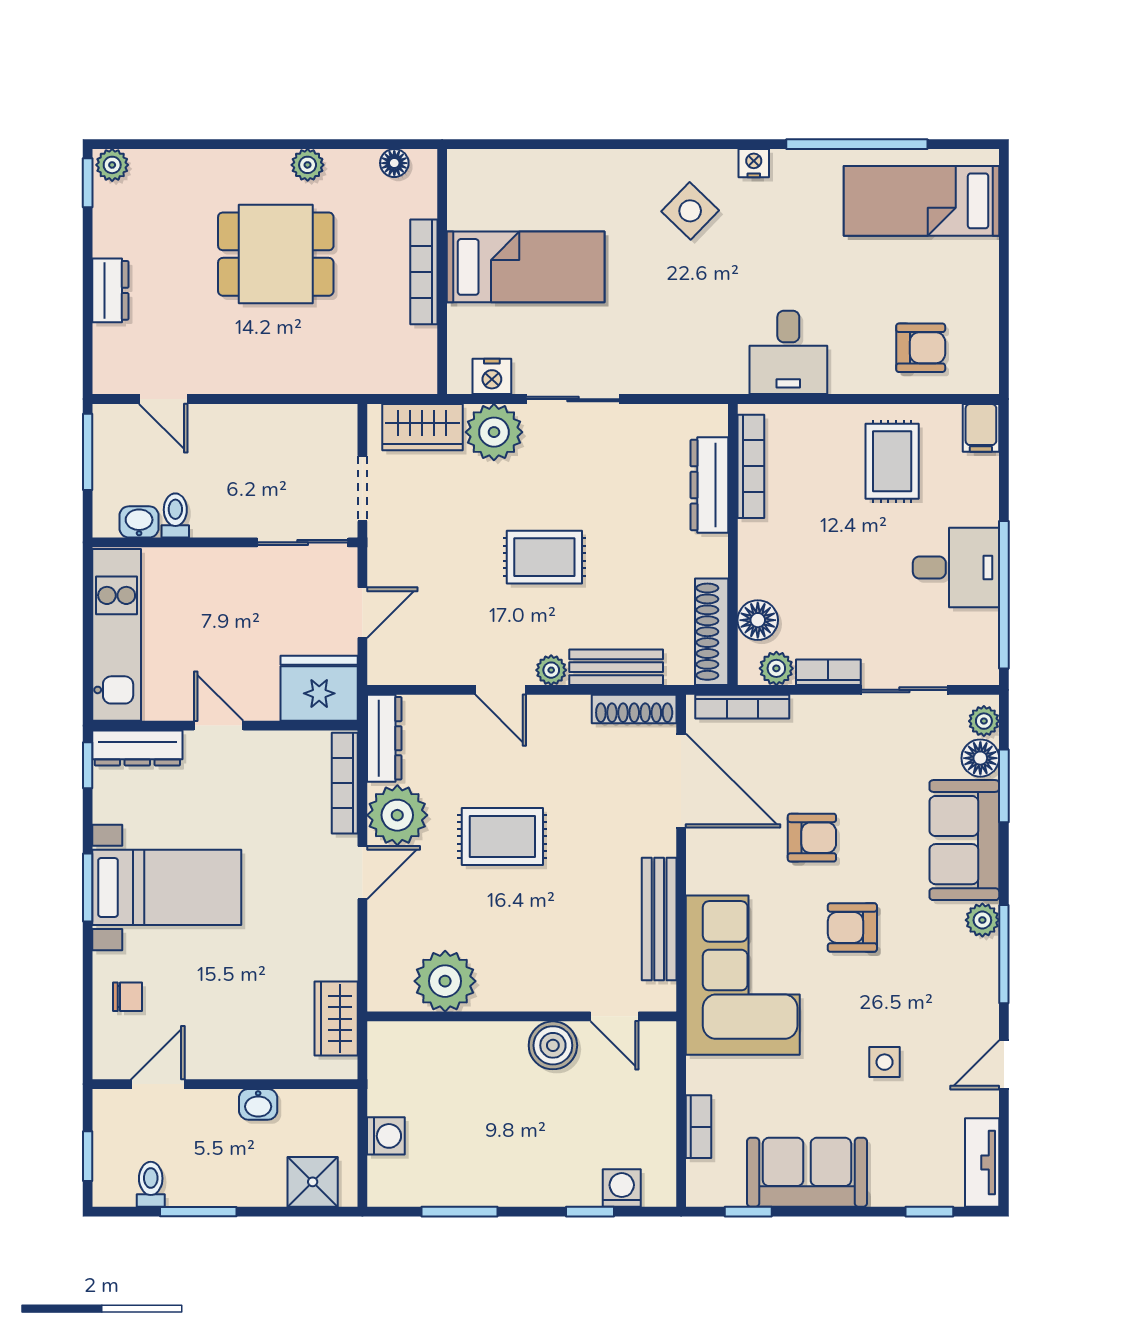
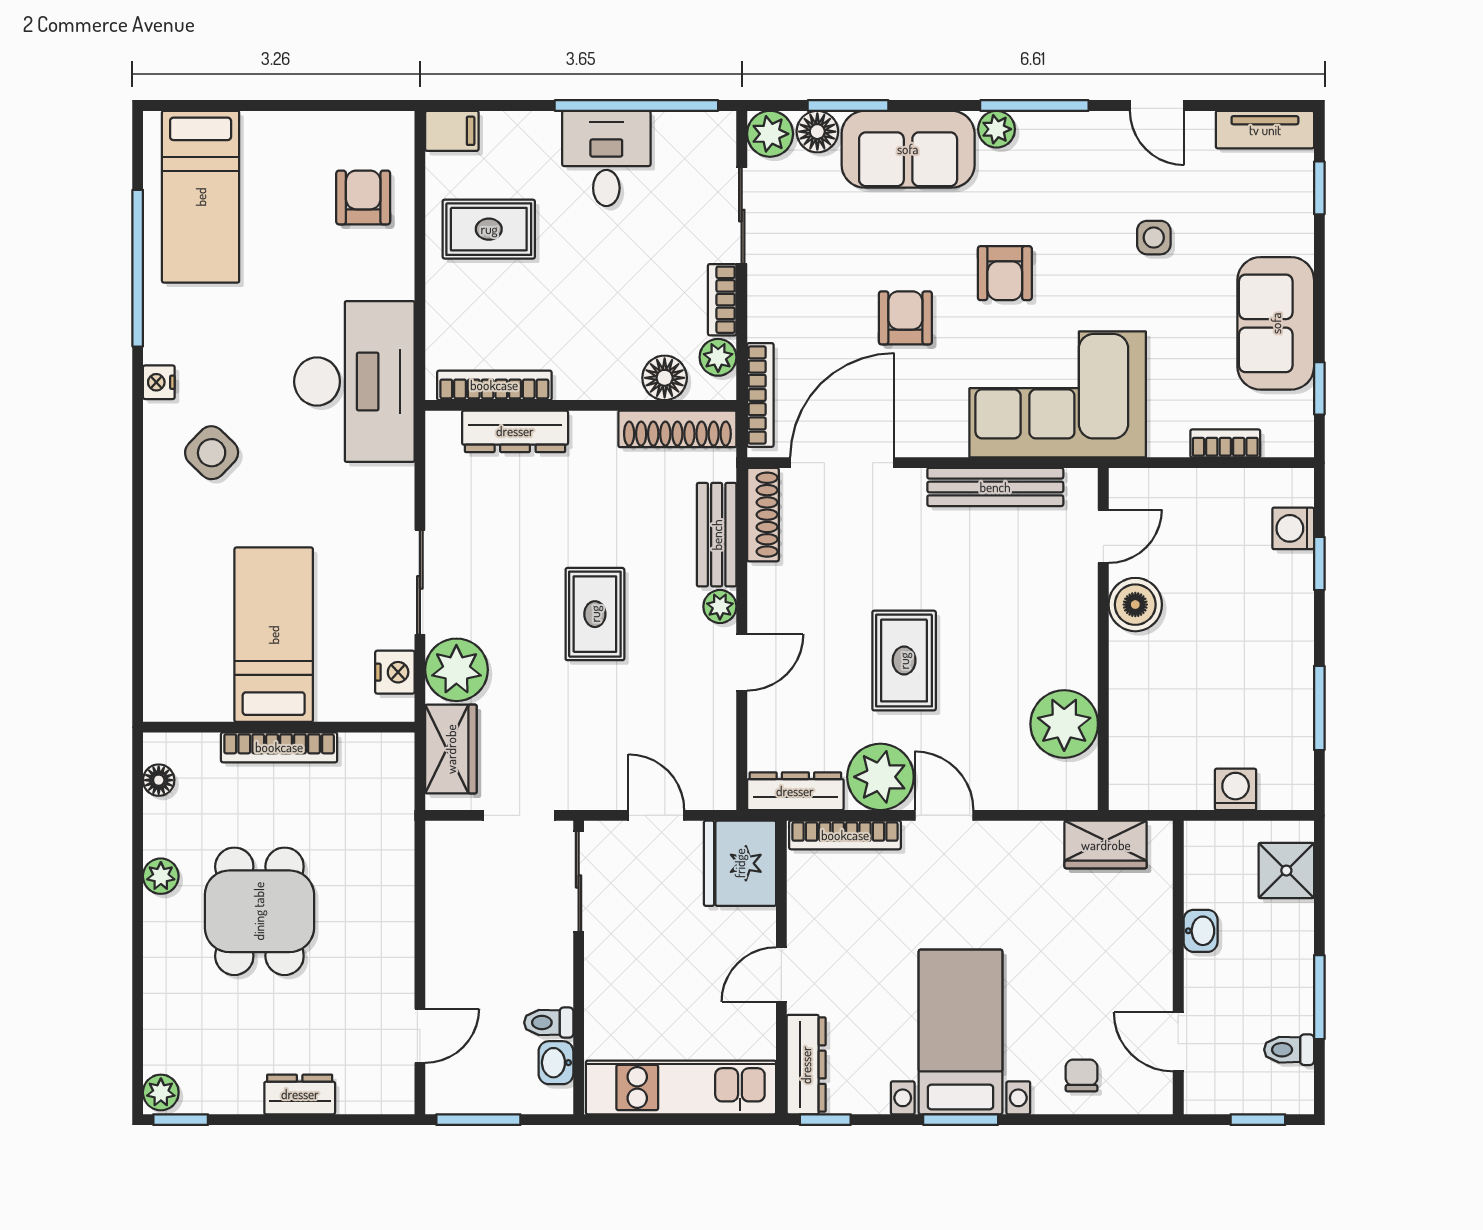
desk: (788, 352) -> (354, 382), width x1.87, depth x1.30
plant: (984, 721) -> (770, 134), width x1.38, depth x1.38

